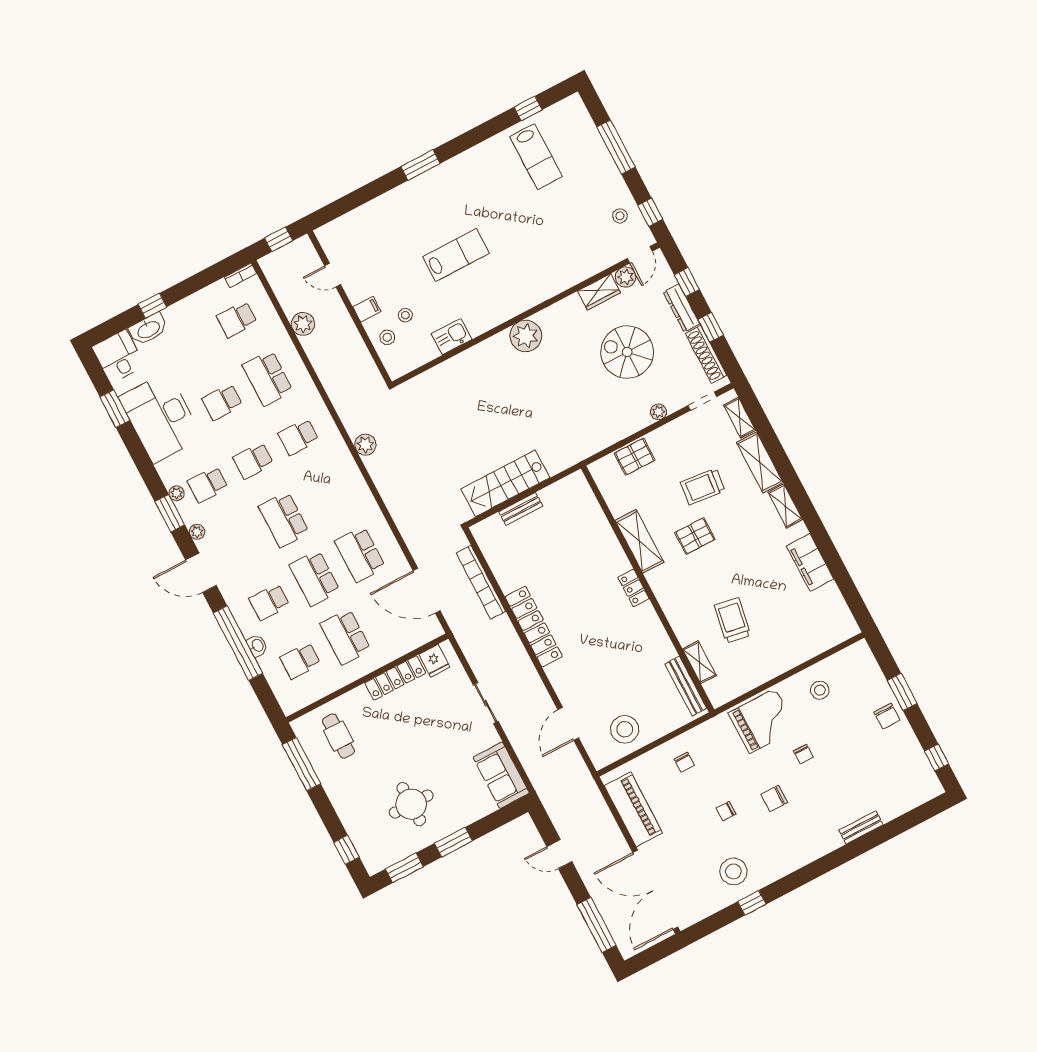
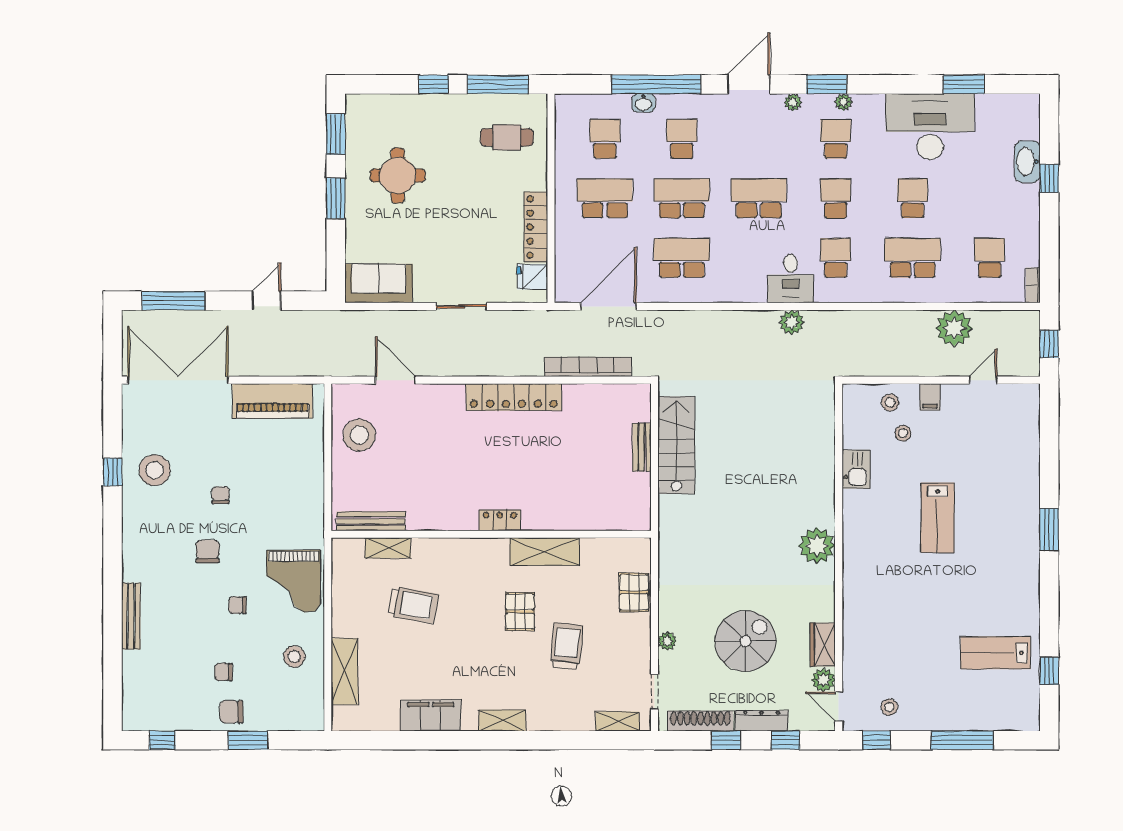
plant: (303, 324) -> (954, 328), width x1.36, depth x1.36
desk: (118, 356) -> (791, 278), moved, turned 90
shelving: (760, 462) -> (344, 671), moved, turned 90
chair: (684, 762) -> (224, 672), moved
bench: (861, 827) -> (131, 616), width x1.36
window: (346, 850) -> (433, 84), moved

